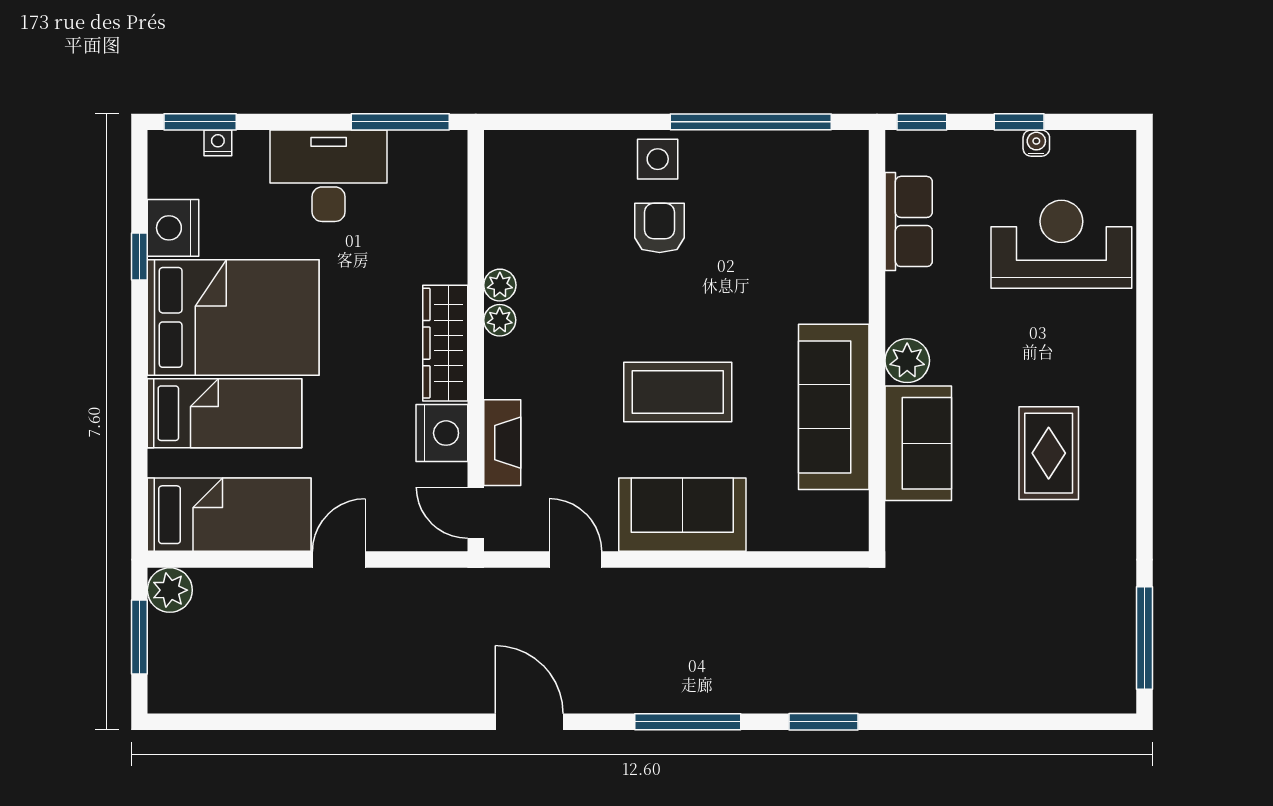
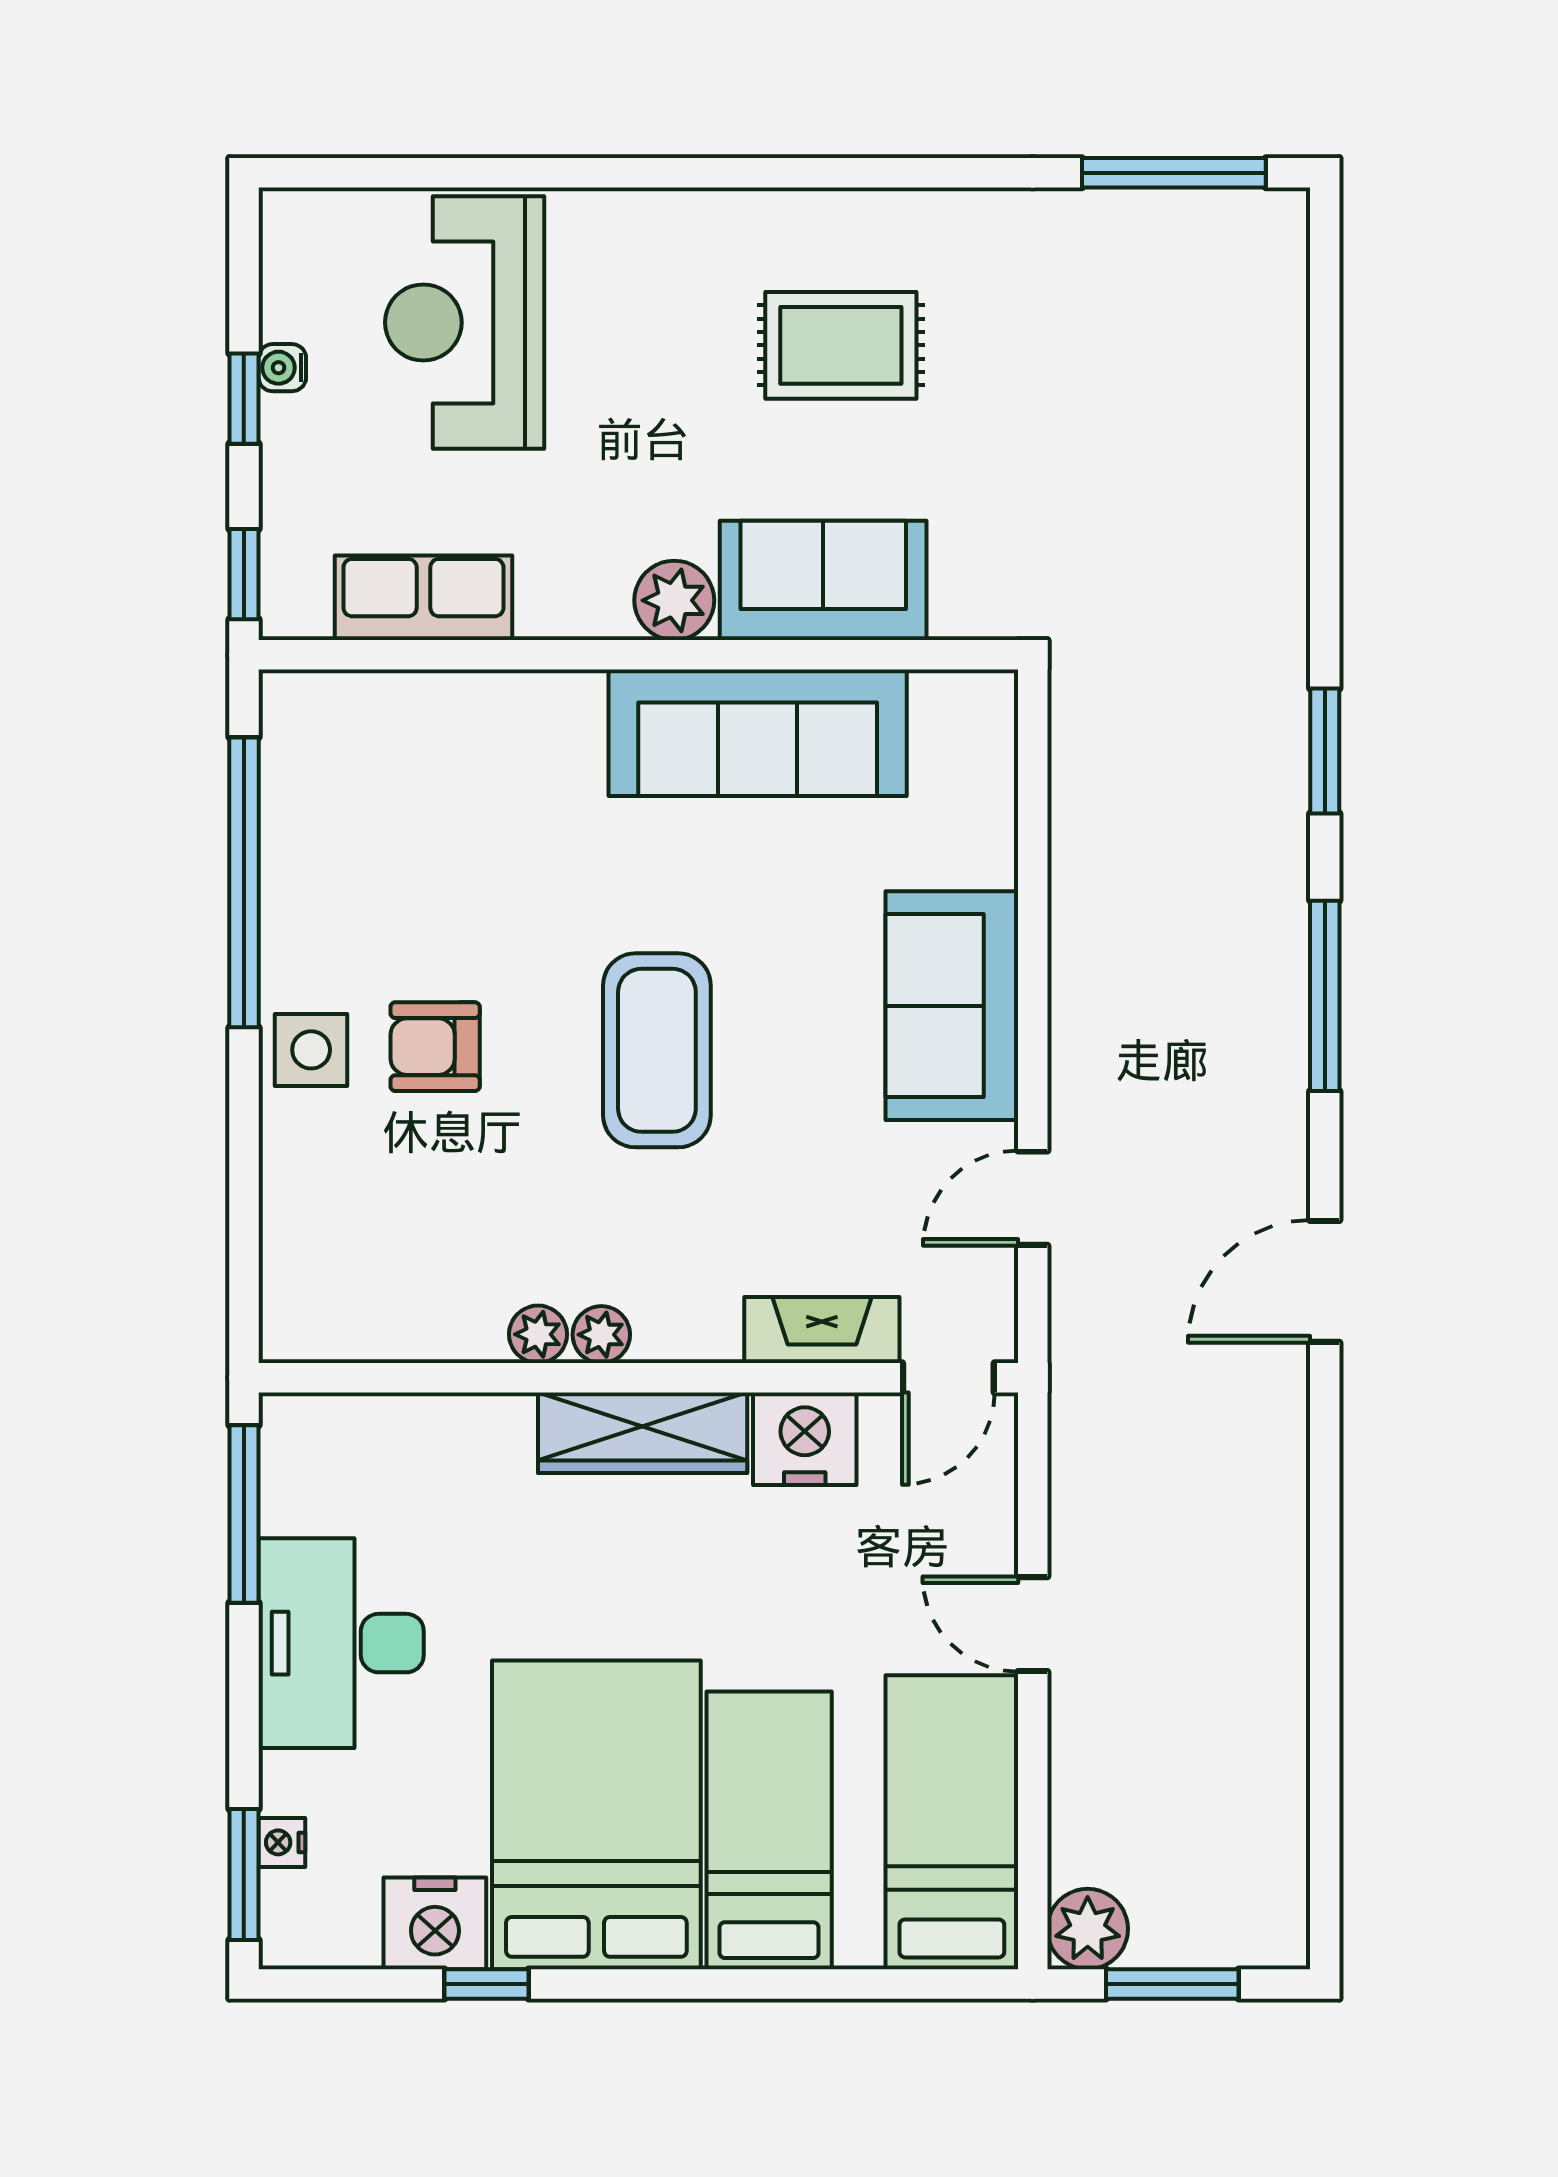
coffee table: (678, 392) -> (657, 1050), moved

